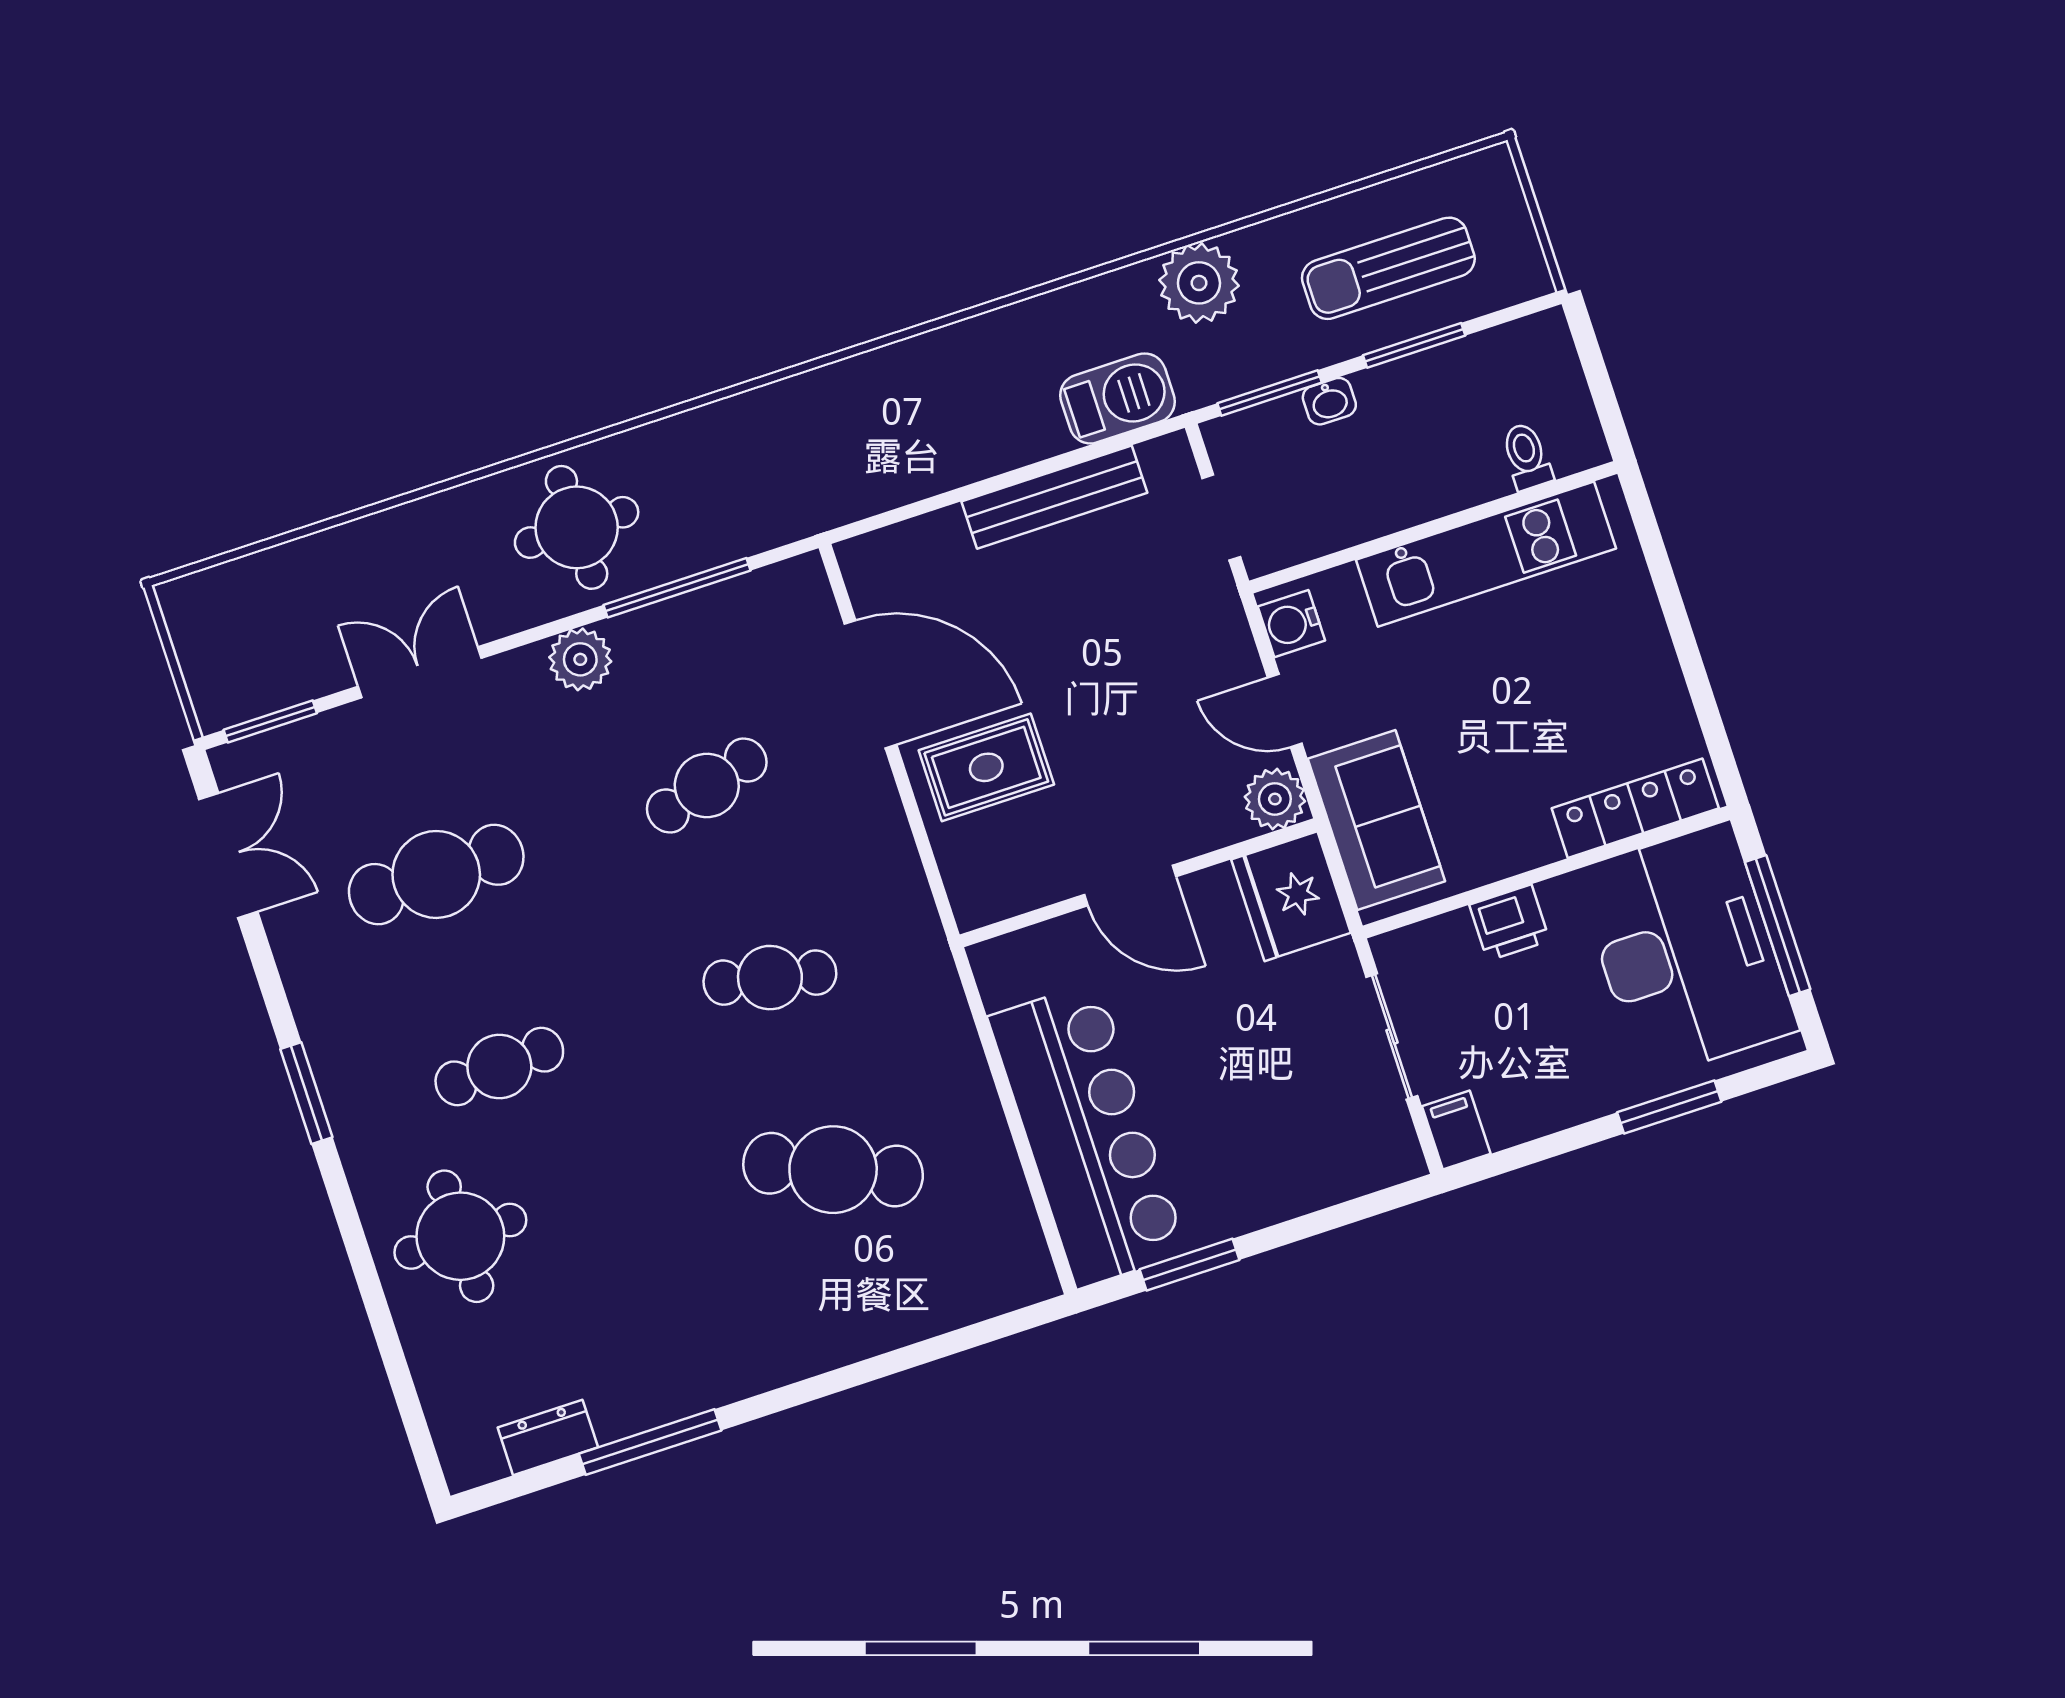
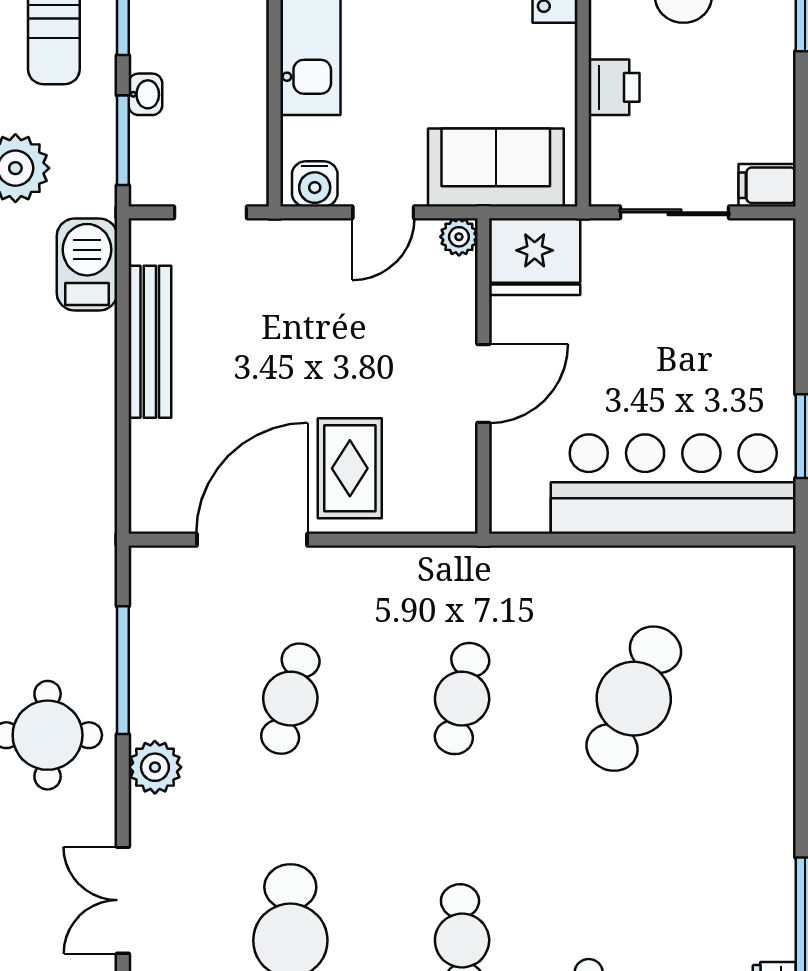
cafe table: (707, 786) -> (290, 699), turned 30
plant: (1275, 799) -> (459, 237), width x0.73, depth x0.73

